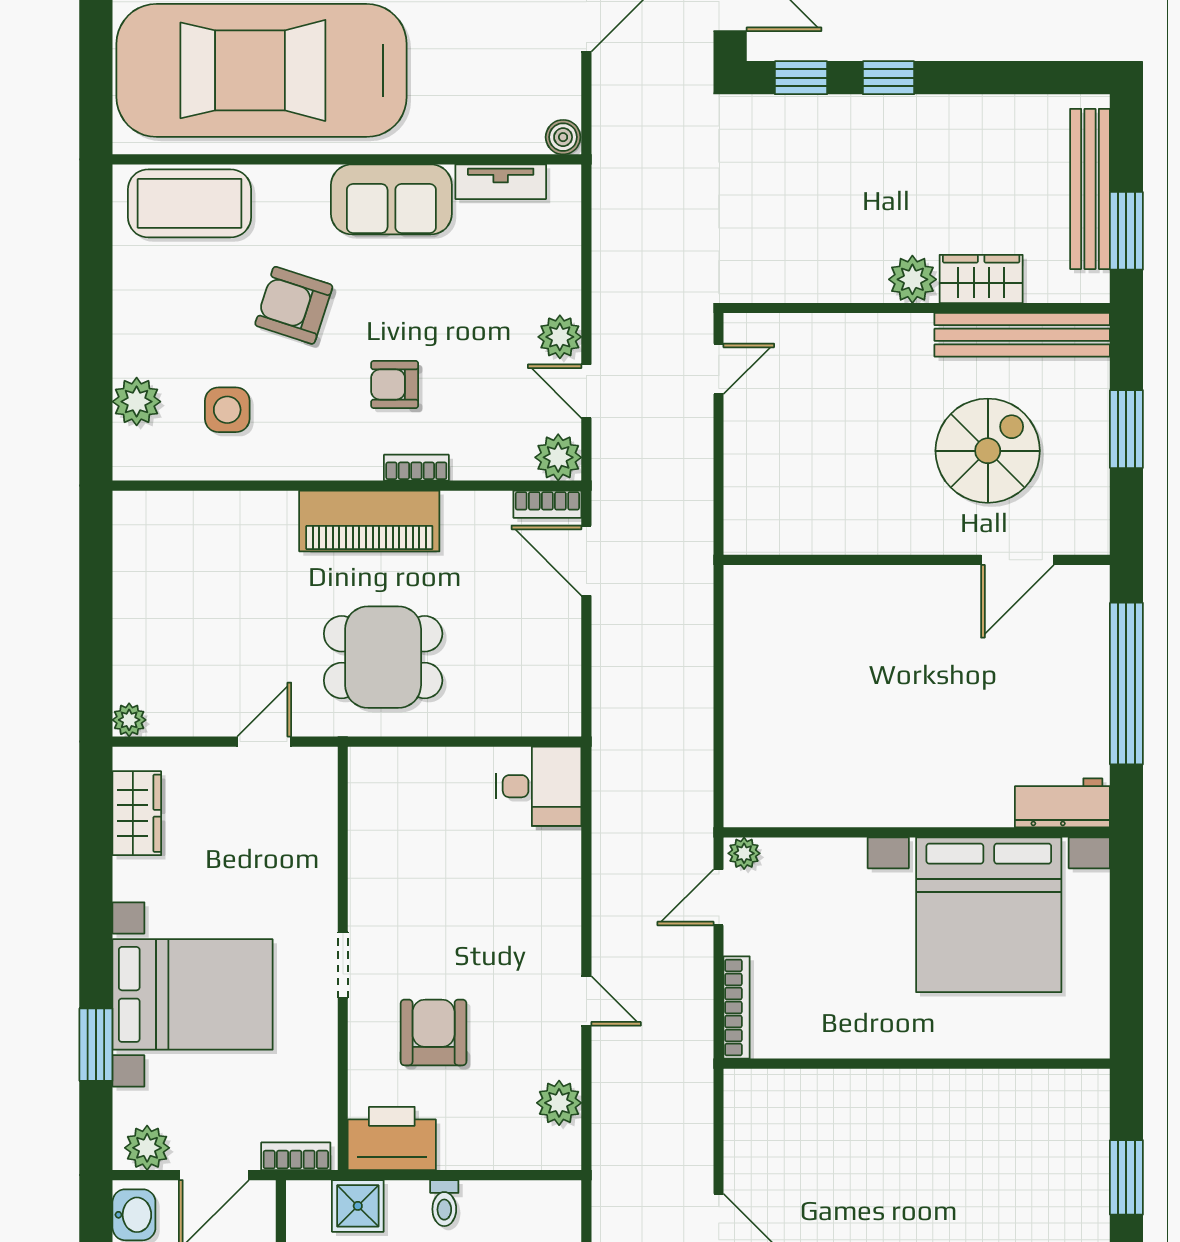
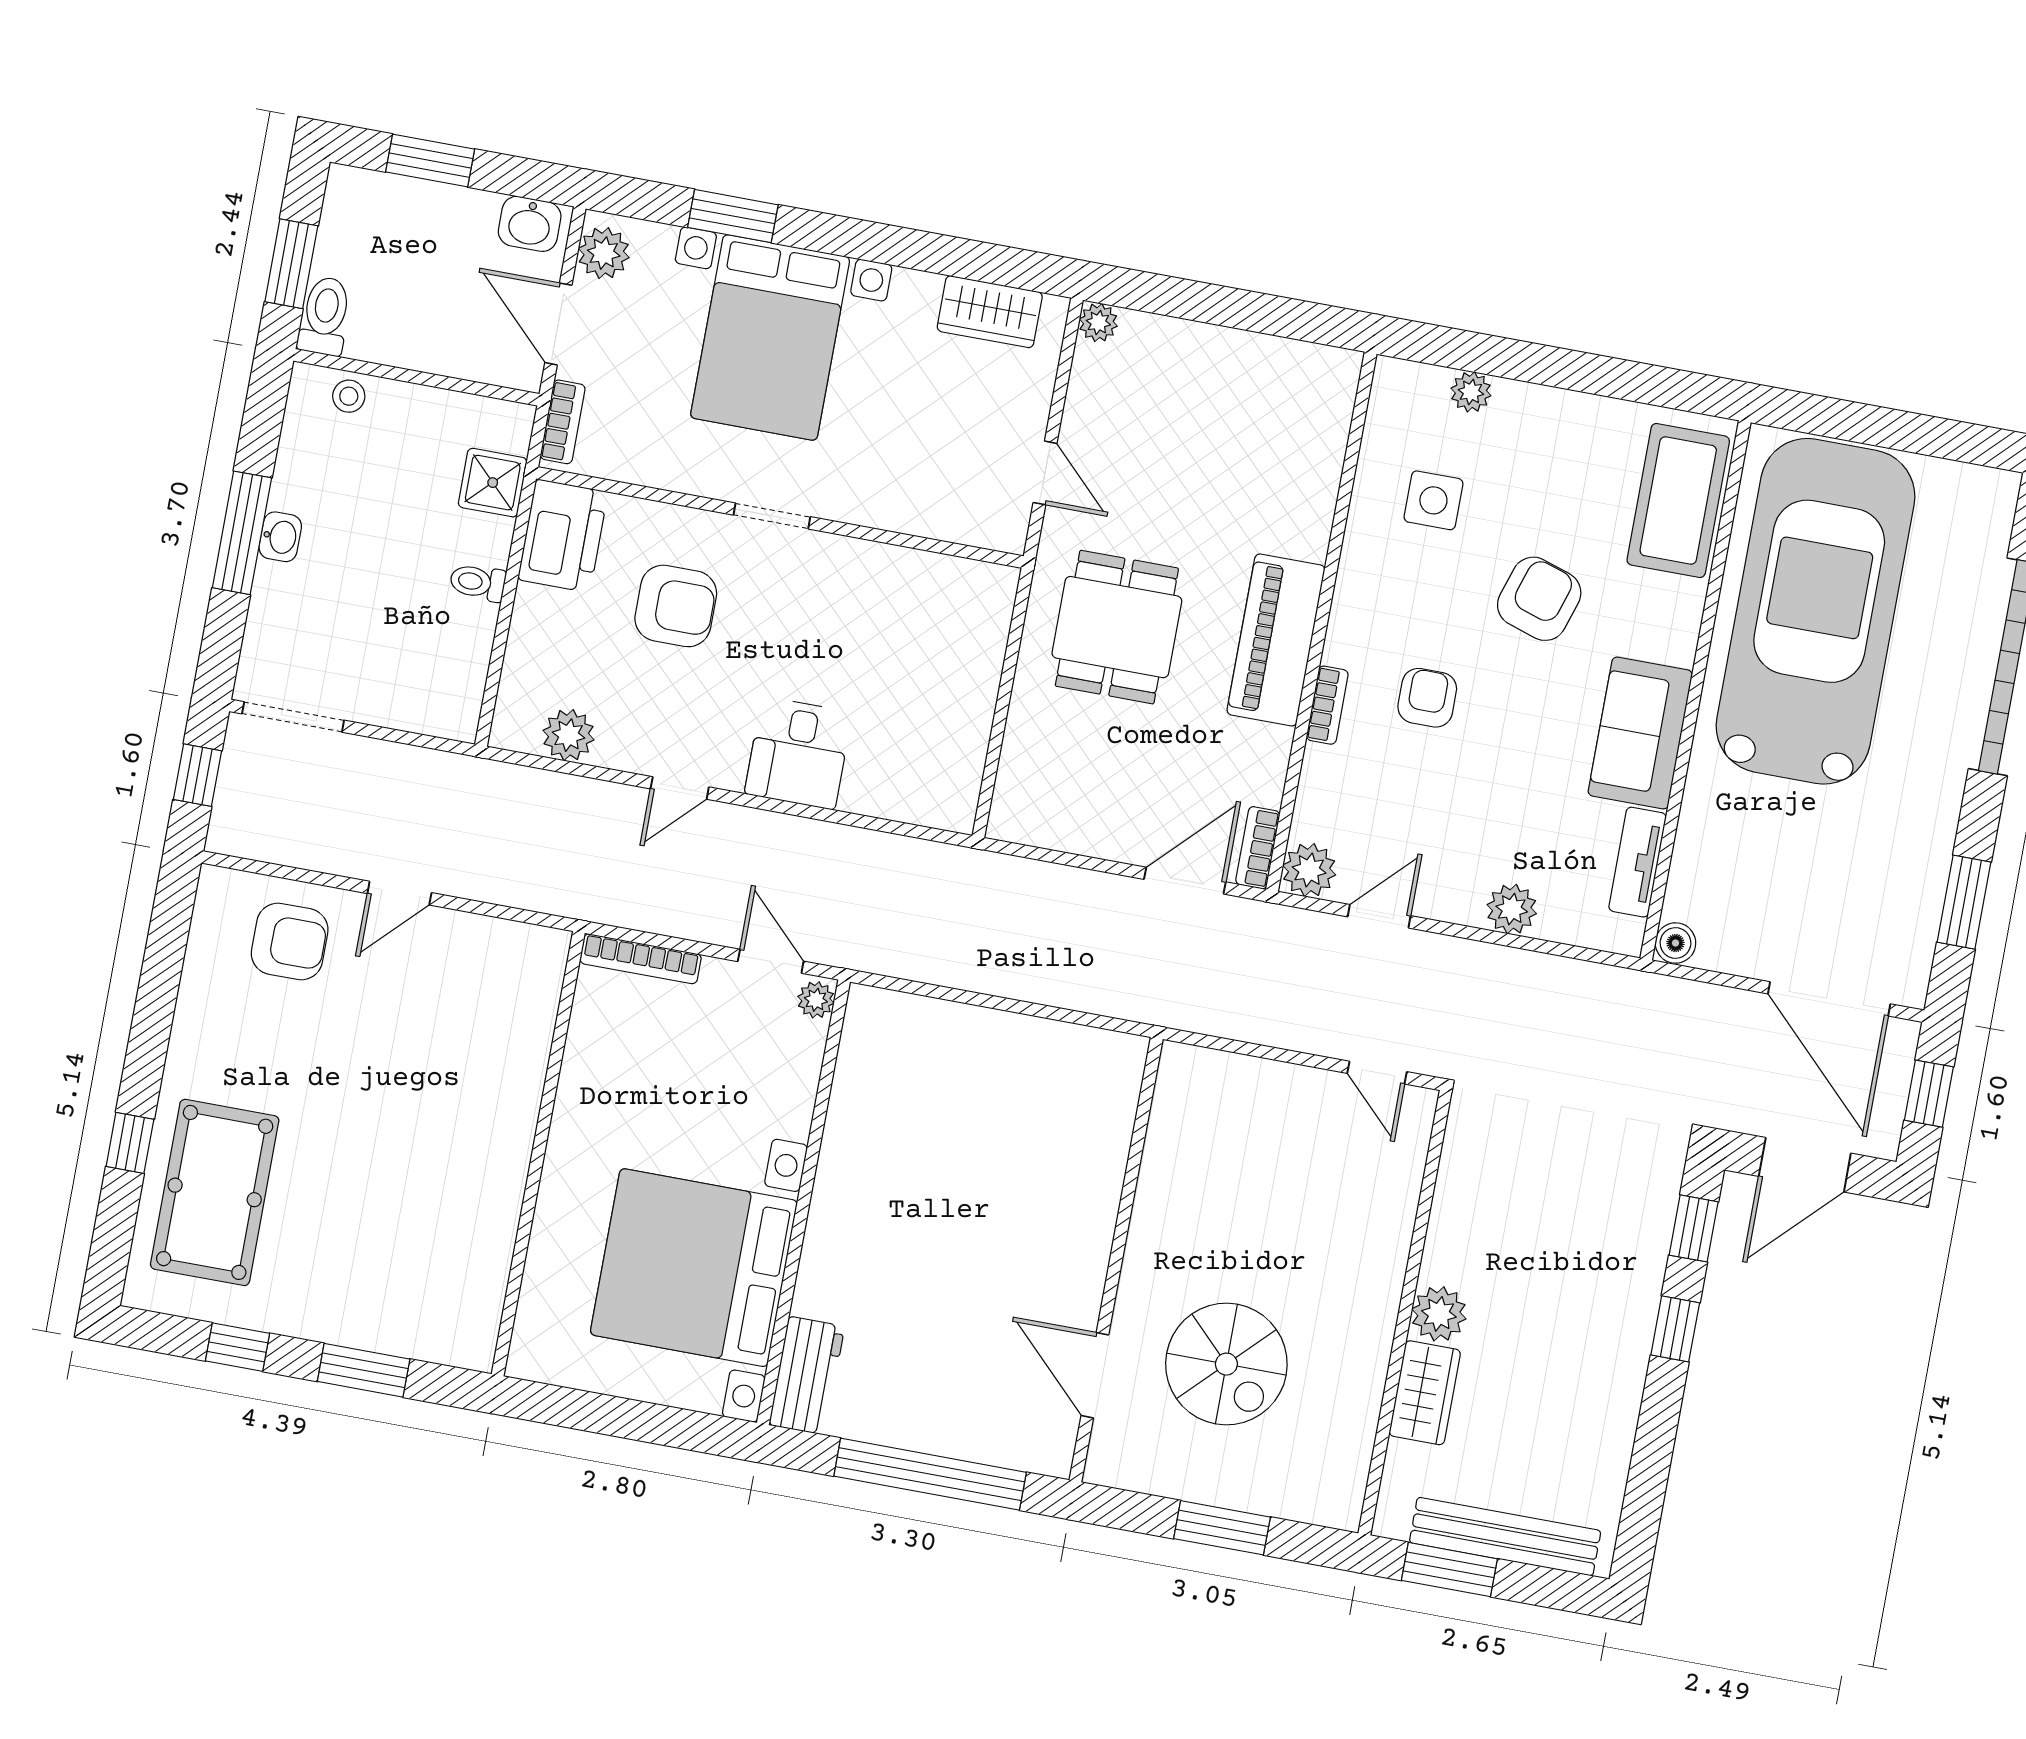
bench: (1022, 335) -> (1352, 1428), removed
plant: (560, 337) -> (1512, 909), moved
plant: (137, 402) -> (1471, 392), width x0.73, depth x0.73
desk: (539, 786) -> (798, 753), moved

